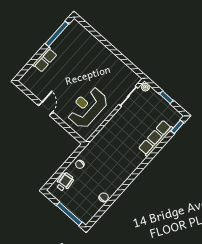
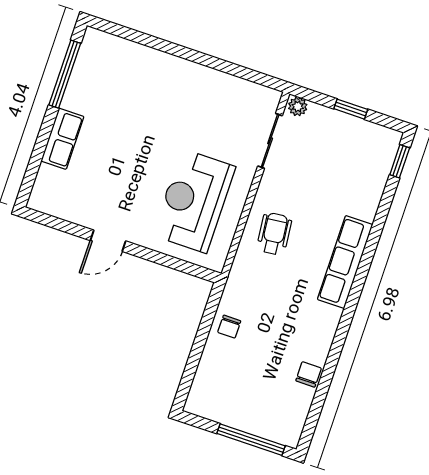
door: (46, 109) -> (108, 241), swing flipped
row of seats: (156, 138) -> (345, 262), moved
wheelchair: (65, 182) -> (274, 234), moved

